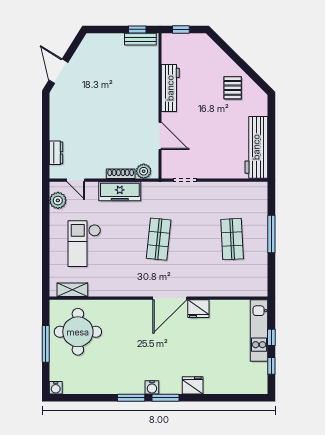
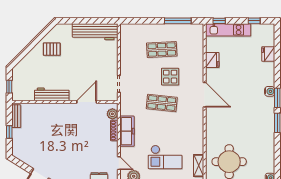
window: (137, 29) -> (9, 132), moved
door: (76, 180) -> (119, 163), hinge flipped
window: (271, 234) -> (178, 21), moved
display table: (195, 251) -> (170, 77), added
fridge: (198, 309) -> (212, 60), moved
window: (271, 337) -> (219, 21), moved
fridge: (193, 385) -> (268, 54), moved
water cooler: (152, 387) -> (270, 91), moved

